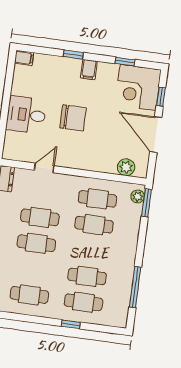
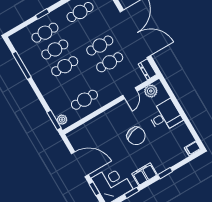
filing cabinet: (89, 70) -> (145, 174), width x2.00
chair: (73, 118) -> (136, 136), turned -107
plant: (126, 167) -> (151, 91), moved
cafe table: (94, 225) -> (65, 66), moved

